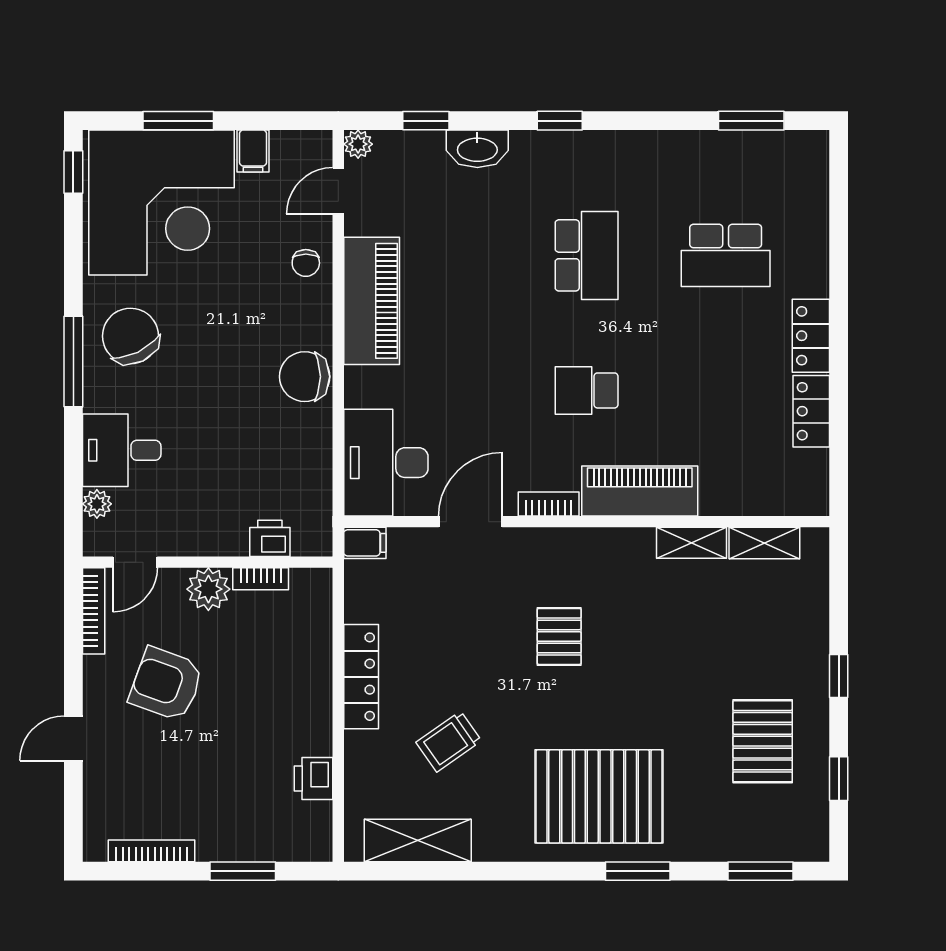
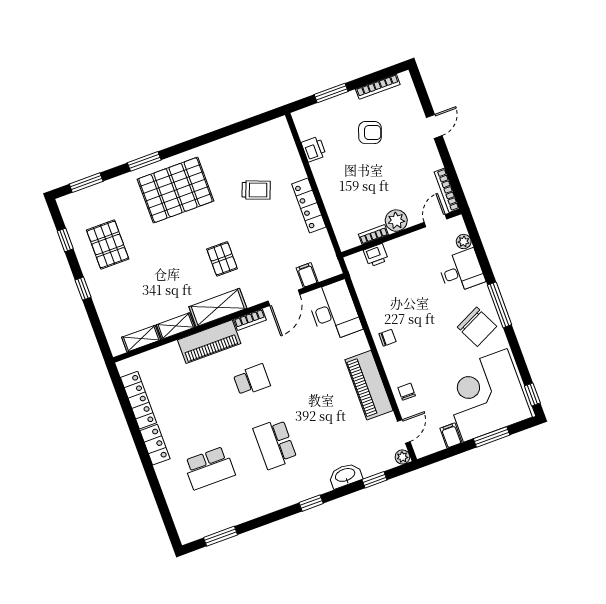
school desk: (726, 255) -> (209, 468), turned 180
chair: (305, 377) -> (387, 338), width x0.54, depth x0.54
locker: (811, 411) -> (138, 400), width x1.53
filing cabinet: (365, 543) -> (307, 275), moved, turned 90
armchair: (166, 684) -> (370, 133), moved, width x0.72, depth x0.72
trolley: (449, 742) -> (256, 190), turned 56
shelving: (418, 841) -> (218, 308), moved

